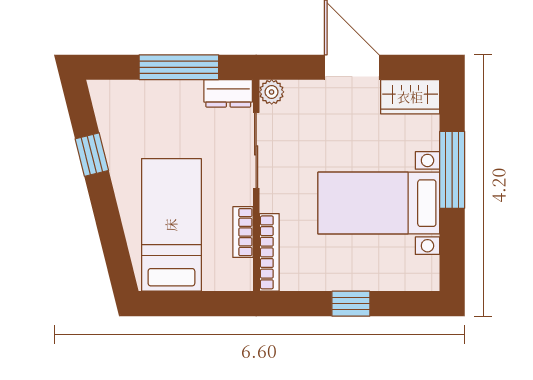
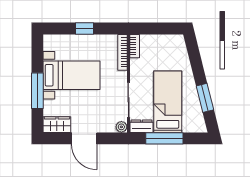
window: (92, 155) -> (205, 98), width x1.50
bed: (171, 225) -> (168, 102), moved, turned 180
bookcase: (243, 232) -> (135, 46), moved

